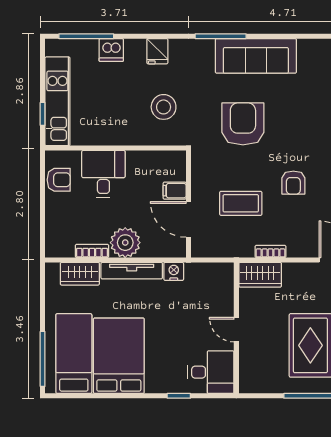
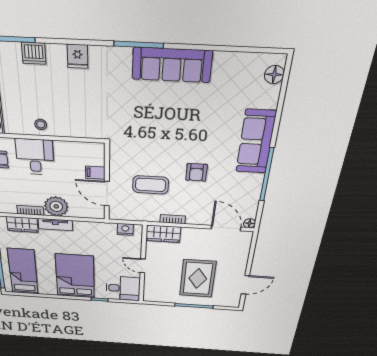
stool: (164, 107) -> (41, 124), moved, width x0.53, depth x0.53
armchair: (243, 124) -> (156, 124), removed
tv unit: (132, 271) -> (55, 225), width x0.71
nightstand: (174, 271) -> (125, 229), moved
bed: (119, 356) -> (75, 276), moved

